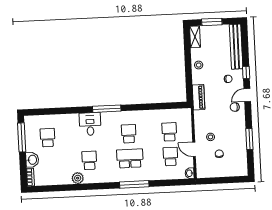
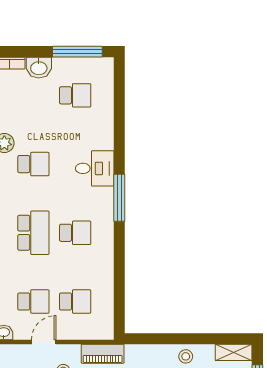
piano: (199, 97) -> (103, 354), moved

